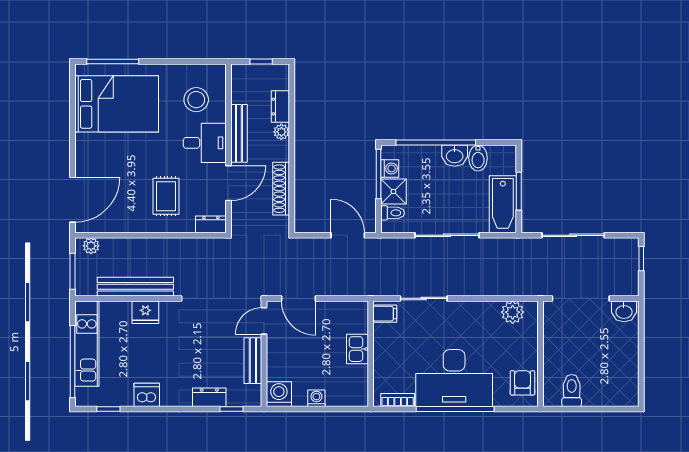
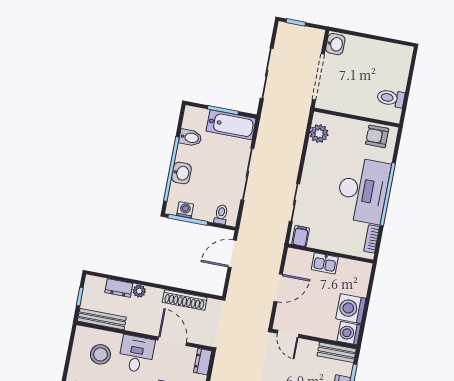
bench: (239, 133) -> (102, 319), moved
washbasin: (455, 156) -> (181, 173), moved
shower: (393, 192) -> (204, 210), removed
door: (298, 298) -> (278, 288), moved
bench: (253, 361) -> (337, 352), moved
washing machine: (316, 398) -> (351, 309), width x1.89, depth x1.89

